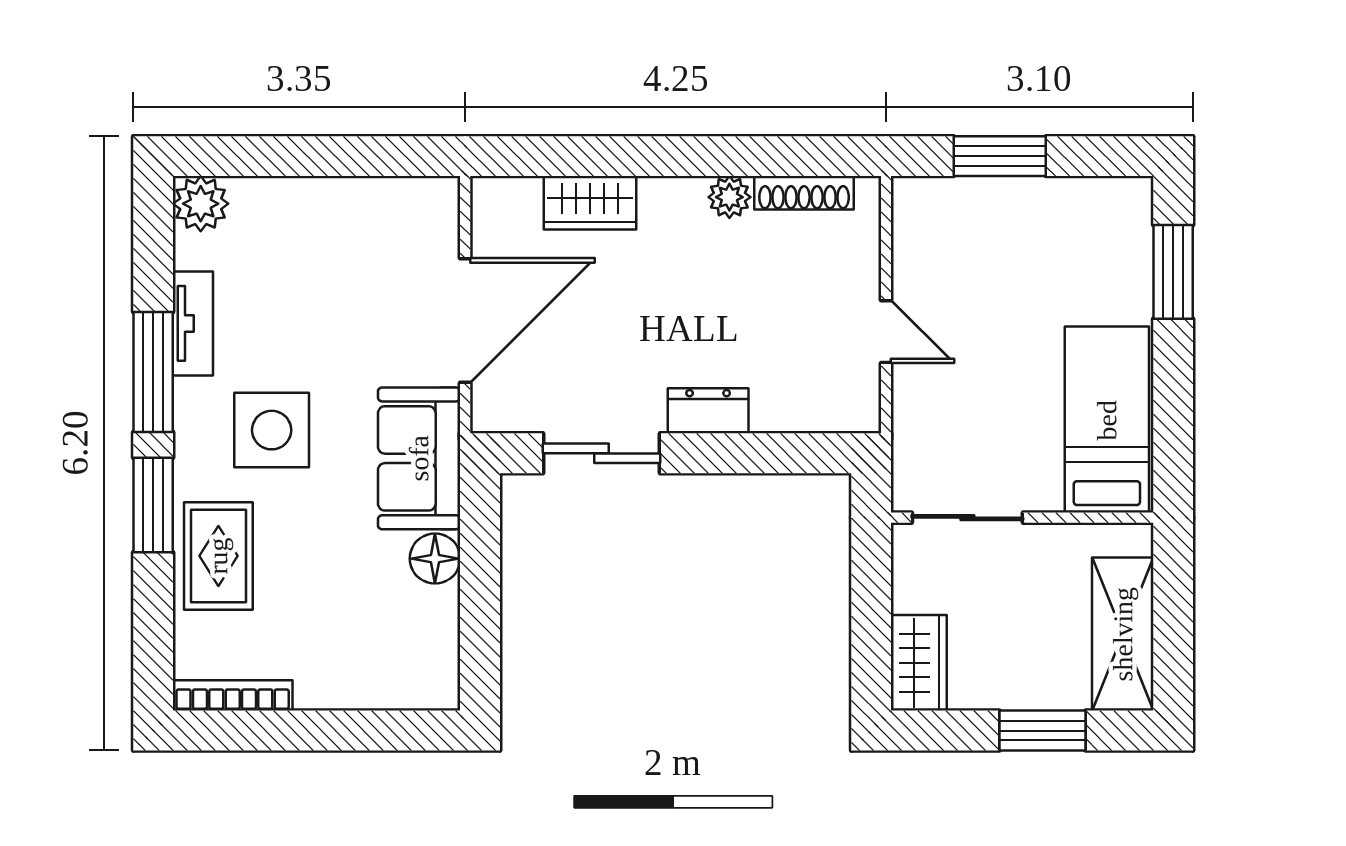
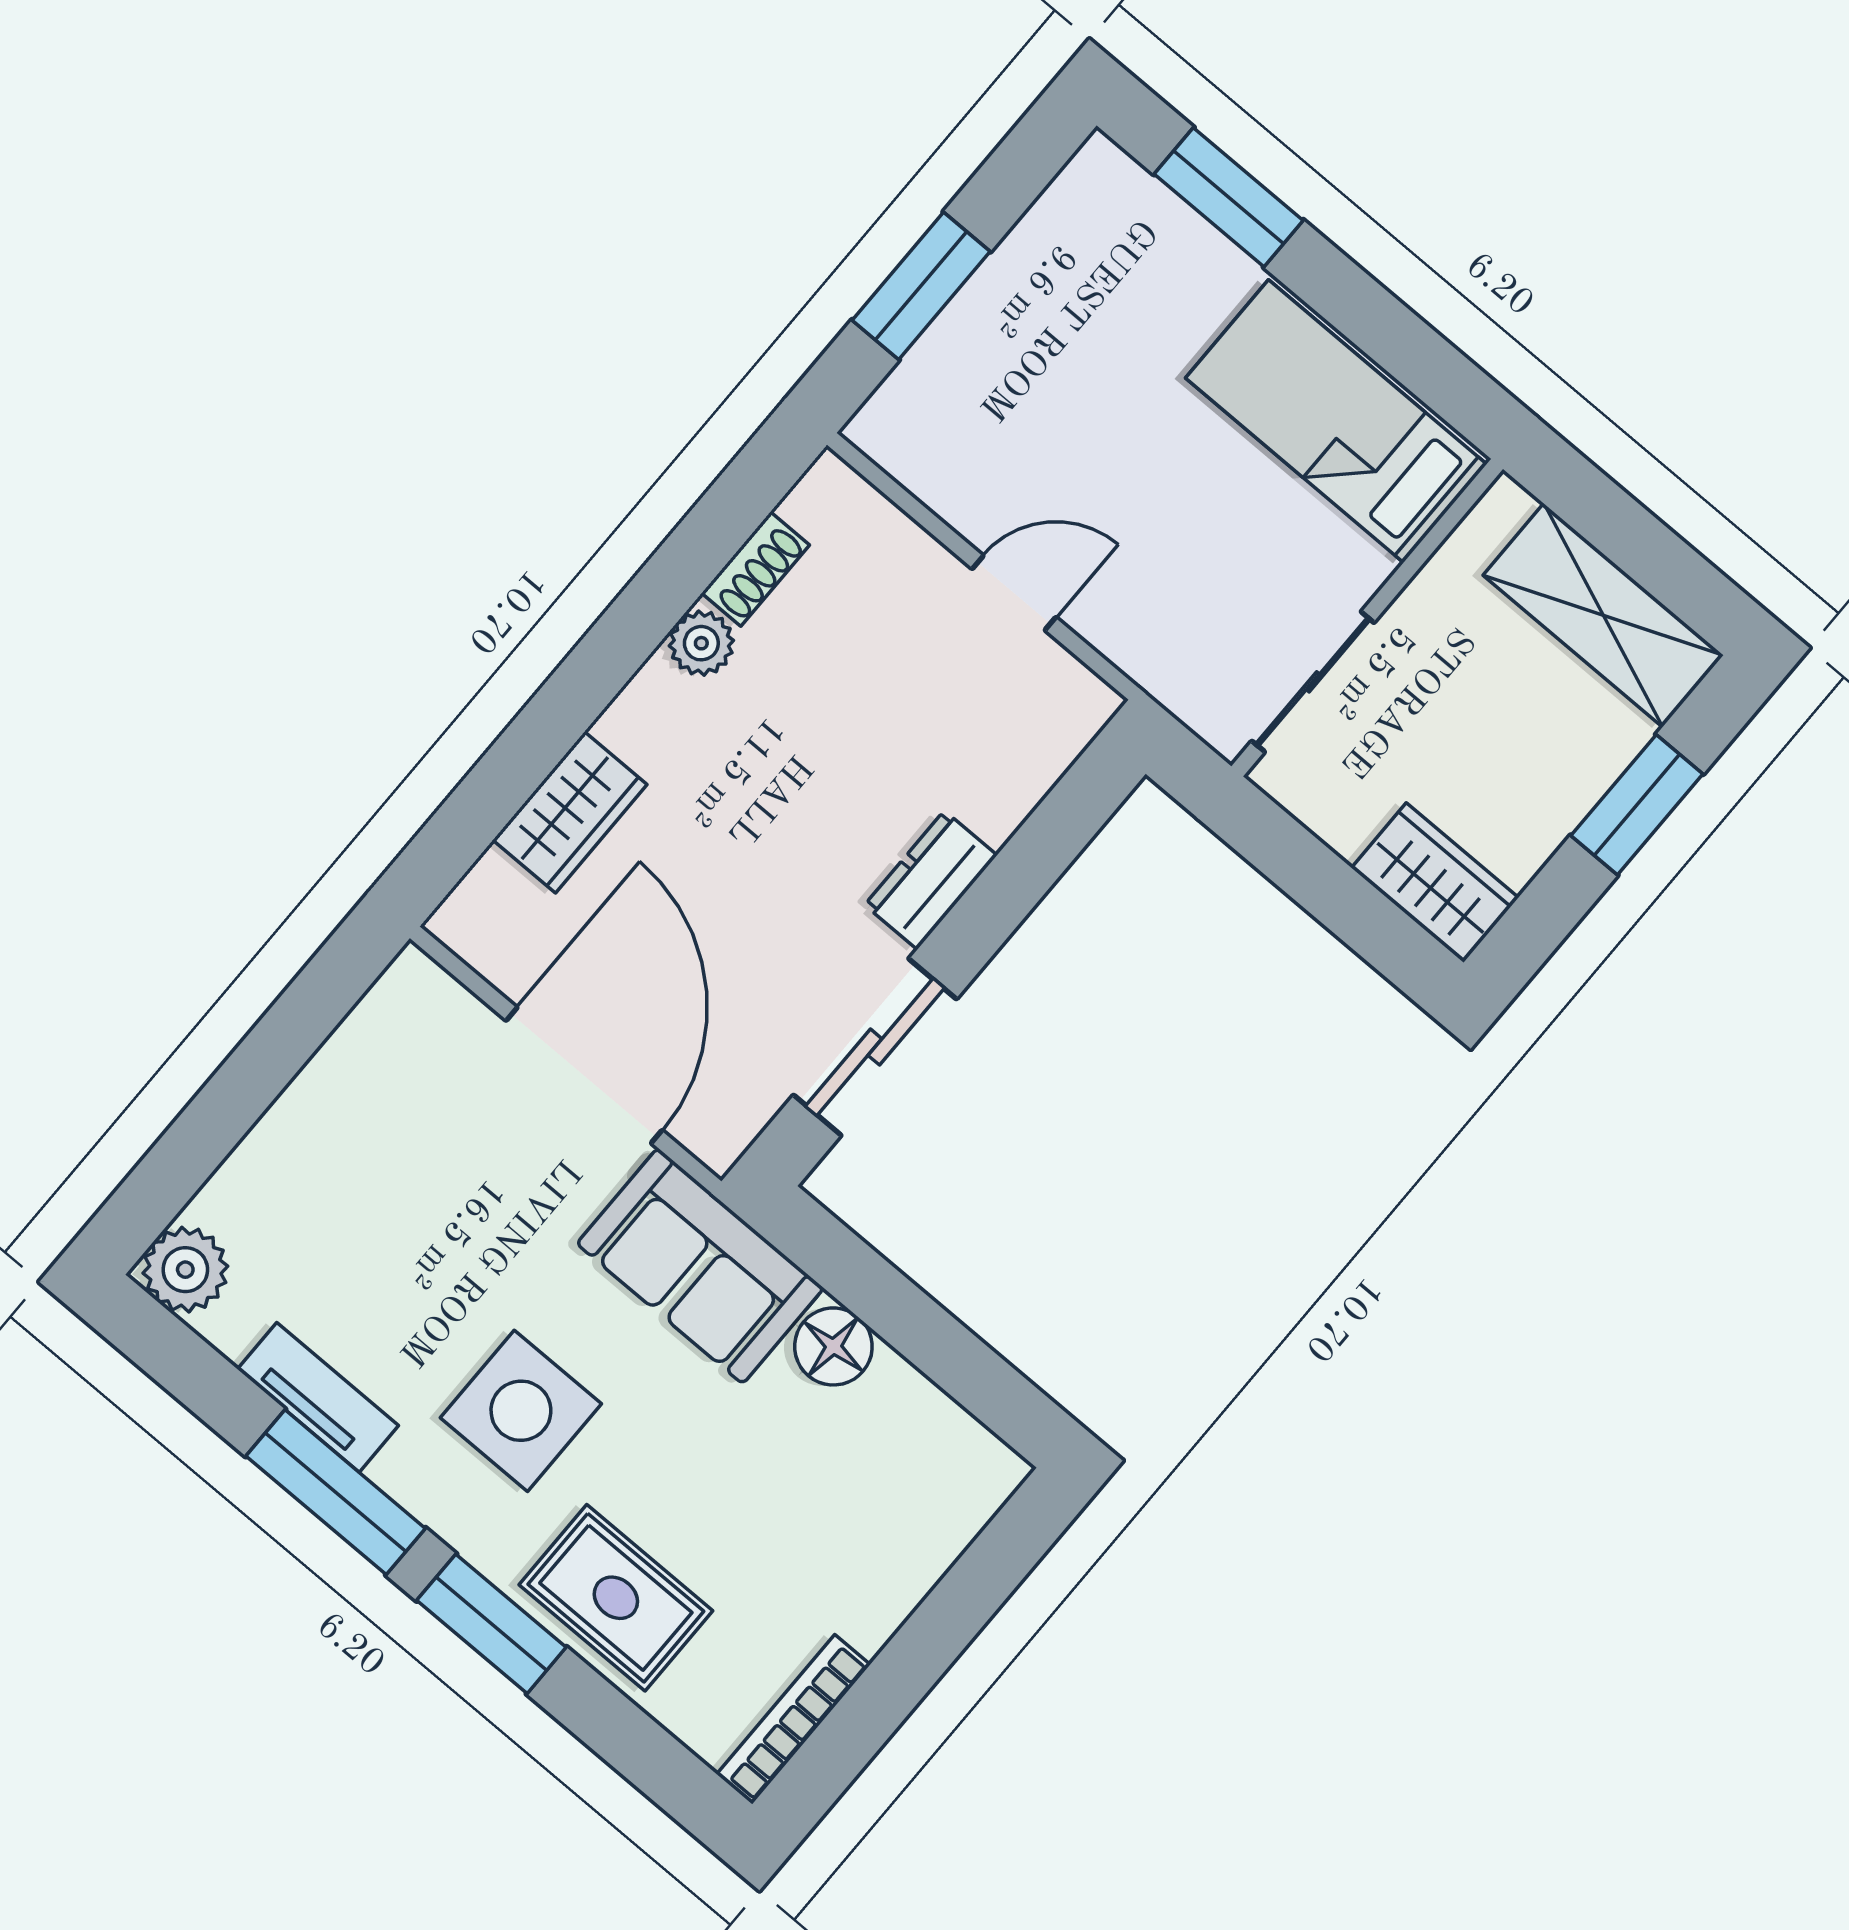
shoe rack: (804, 193) -> (756, 569), width x0.70

